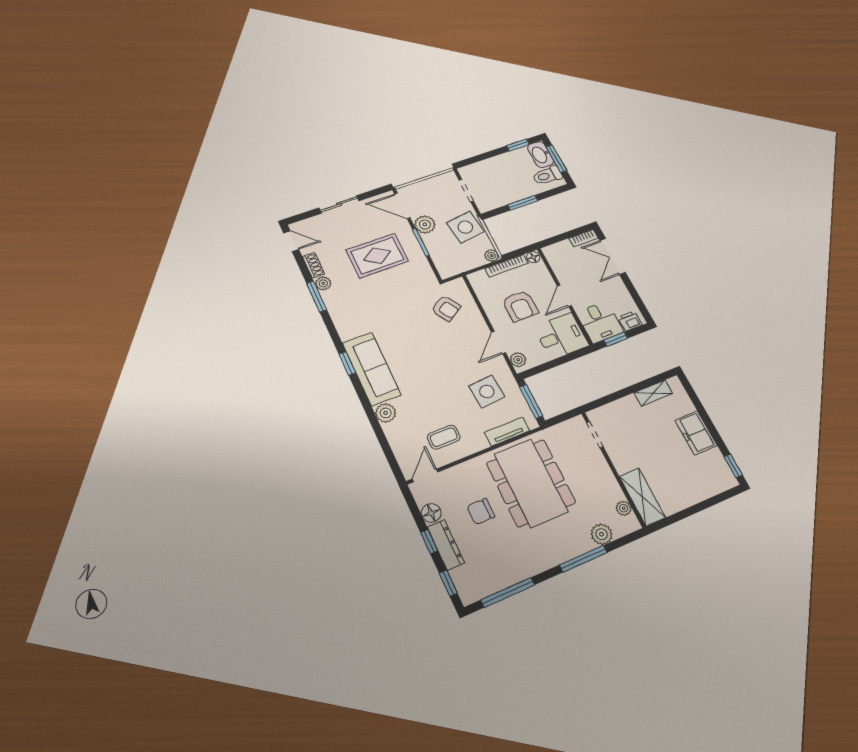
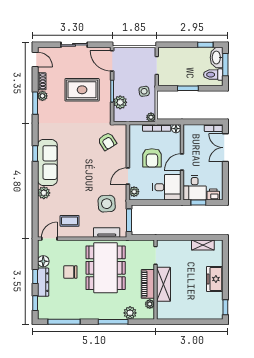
plant: (425, 224) -> (120, 102), moved
side table: (465, 227) -> (144, 91), width x0.54, depth x0.54
piano: (605, 480) -> (148, 284), added
shelving: (642, 497) -> (164, 284), moved

